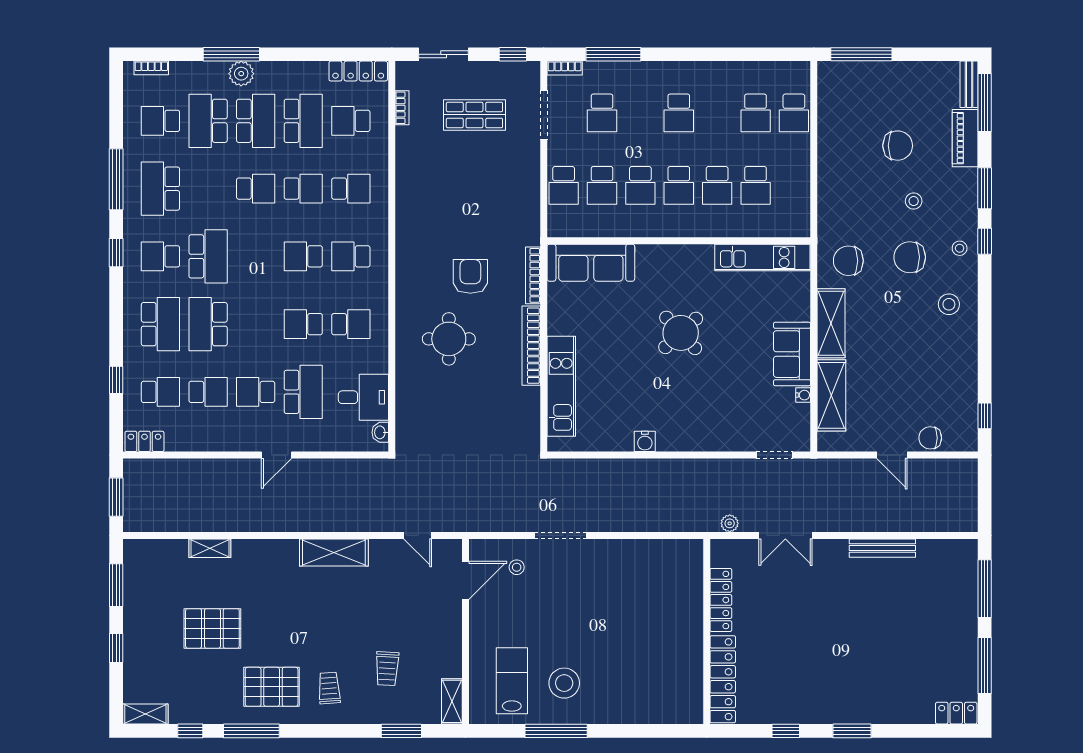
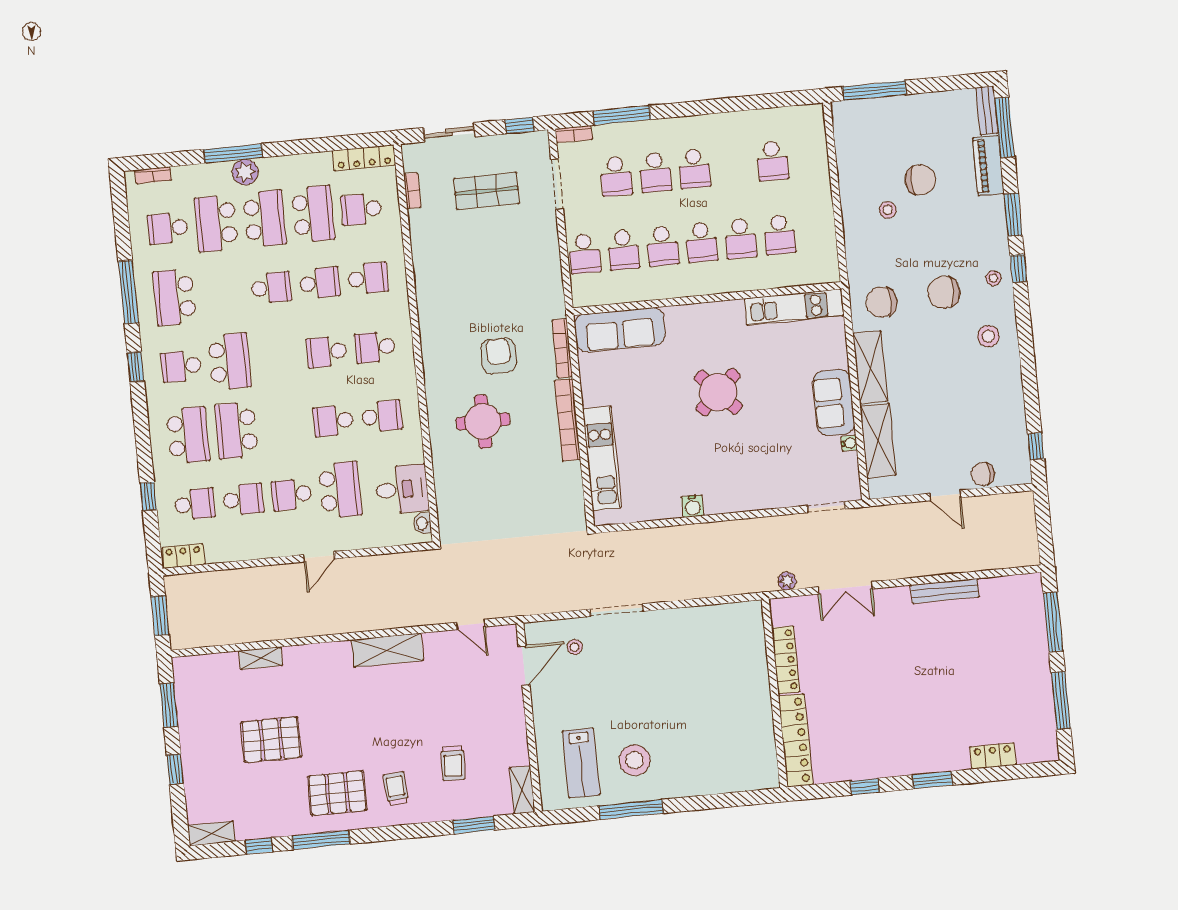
school desk: (794, 113) -> (655, 172), moved
stool: (914, 201) -> (888, 210), moved
lab bench: (512, 681) -> (581, 763), turned 180
locker: (956, 713) -> (993, 756), moved

